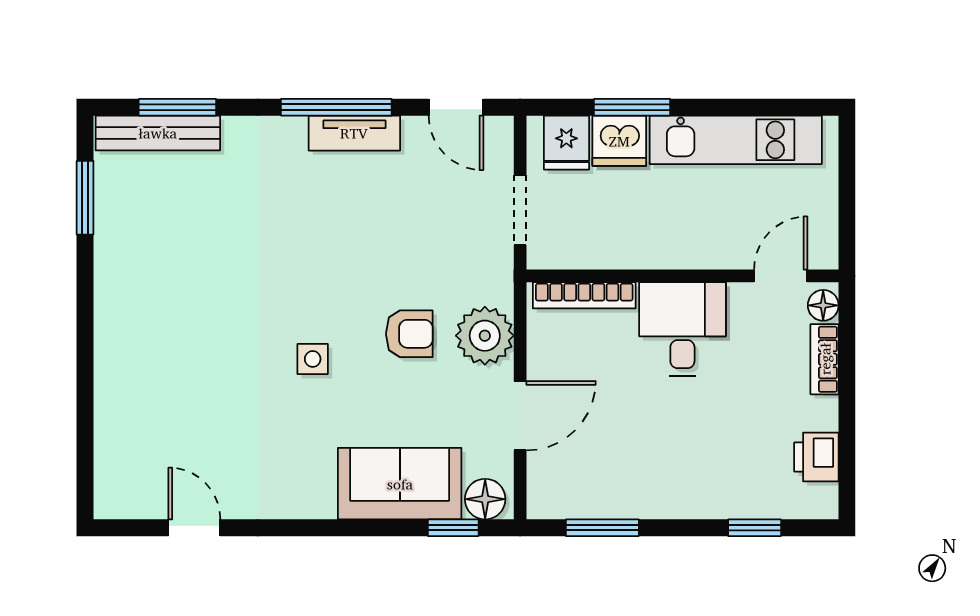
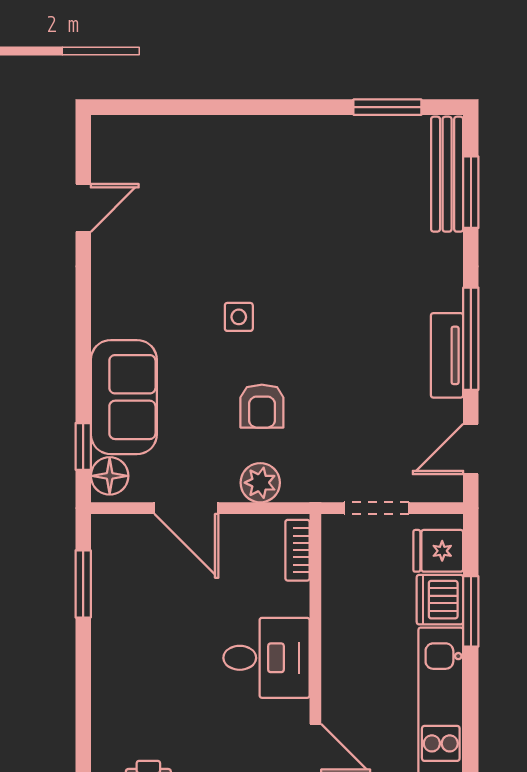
bookcase: (584, 295) -> (297, 550), width x0.64
plant: (485, 336) -> (260, 483), width x0.73, depth x0.73
window: (755, 528) -> (83, 724), removed

